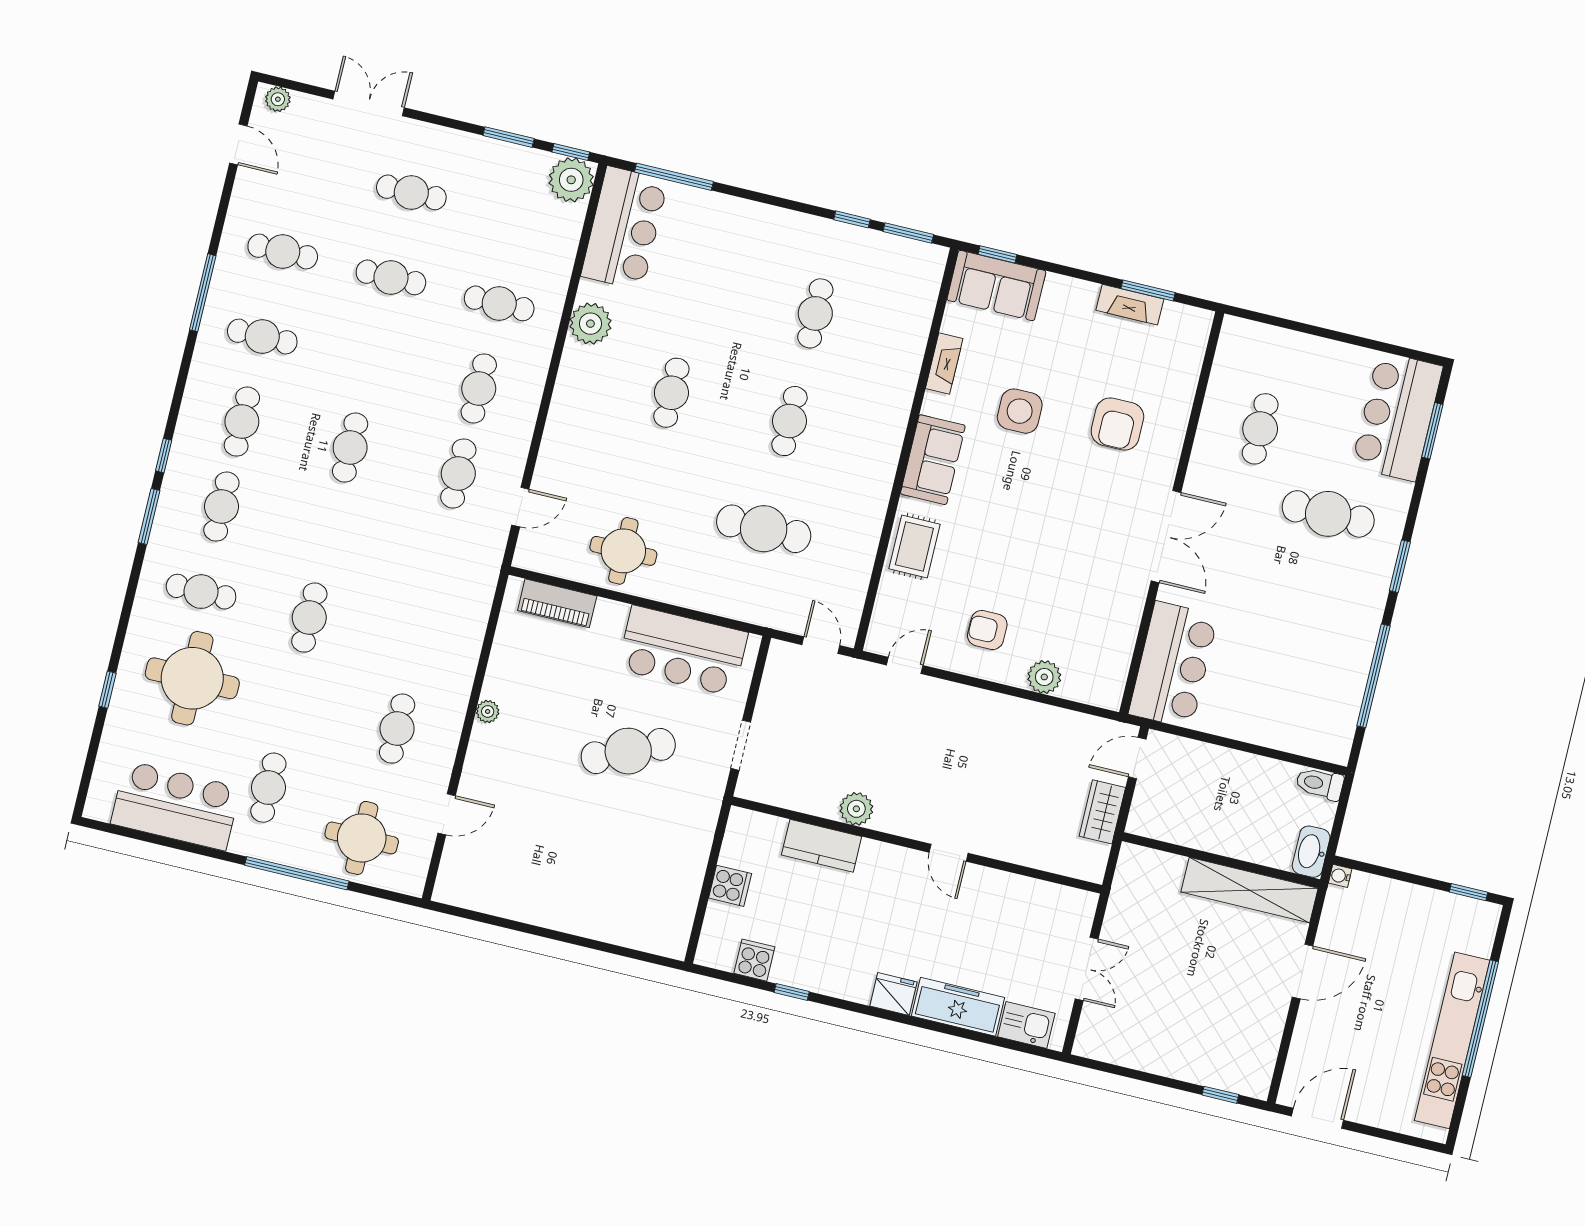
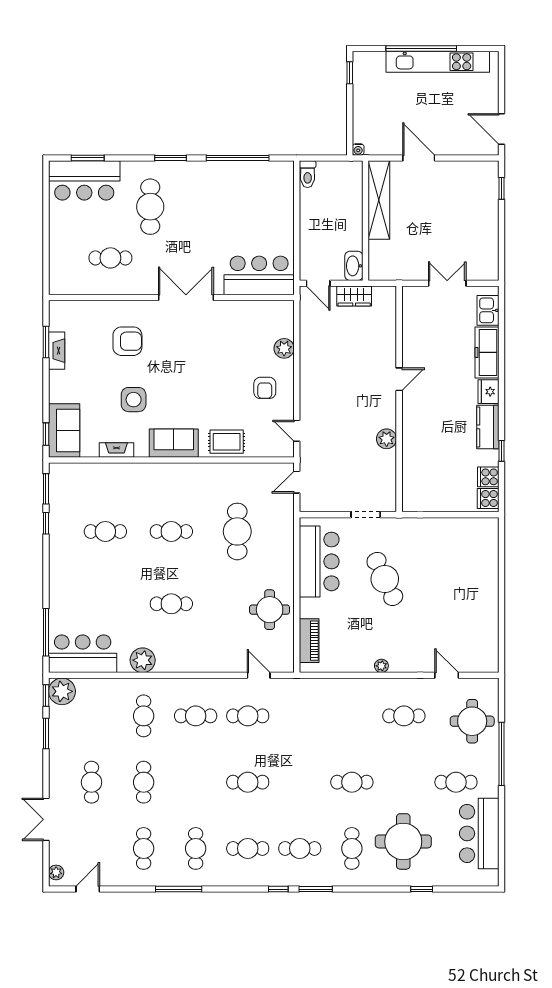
kitchen counter: (822, 846) -> (488, 427), moved, turned 180
washbasin: (1311, 852) -> (354, 266), moved, turned 90
cooker: (730, 886) -> (488, 499), moved, turned -90

